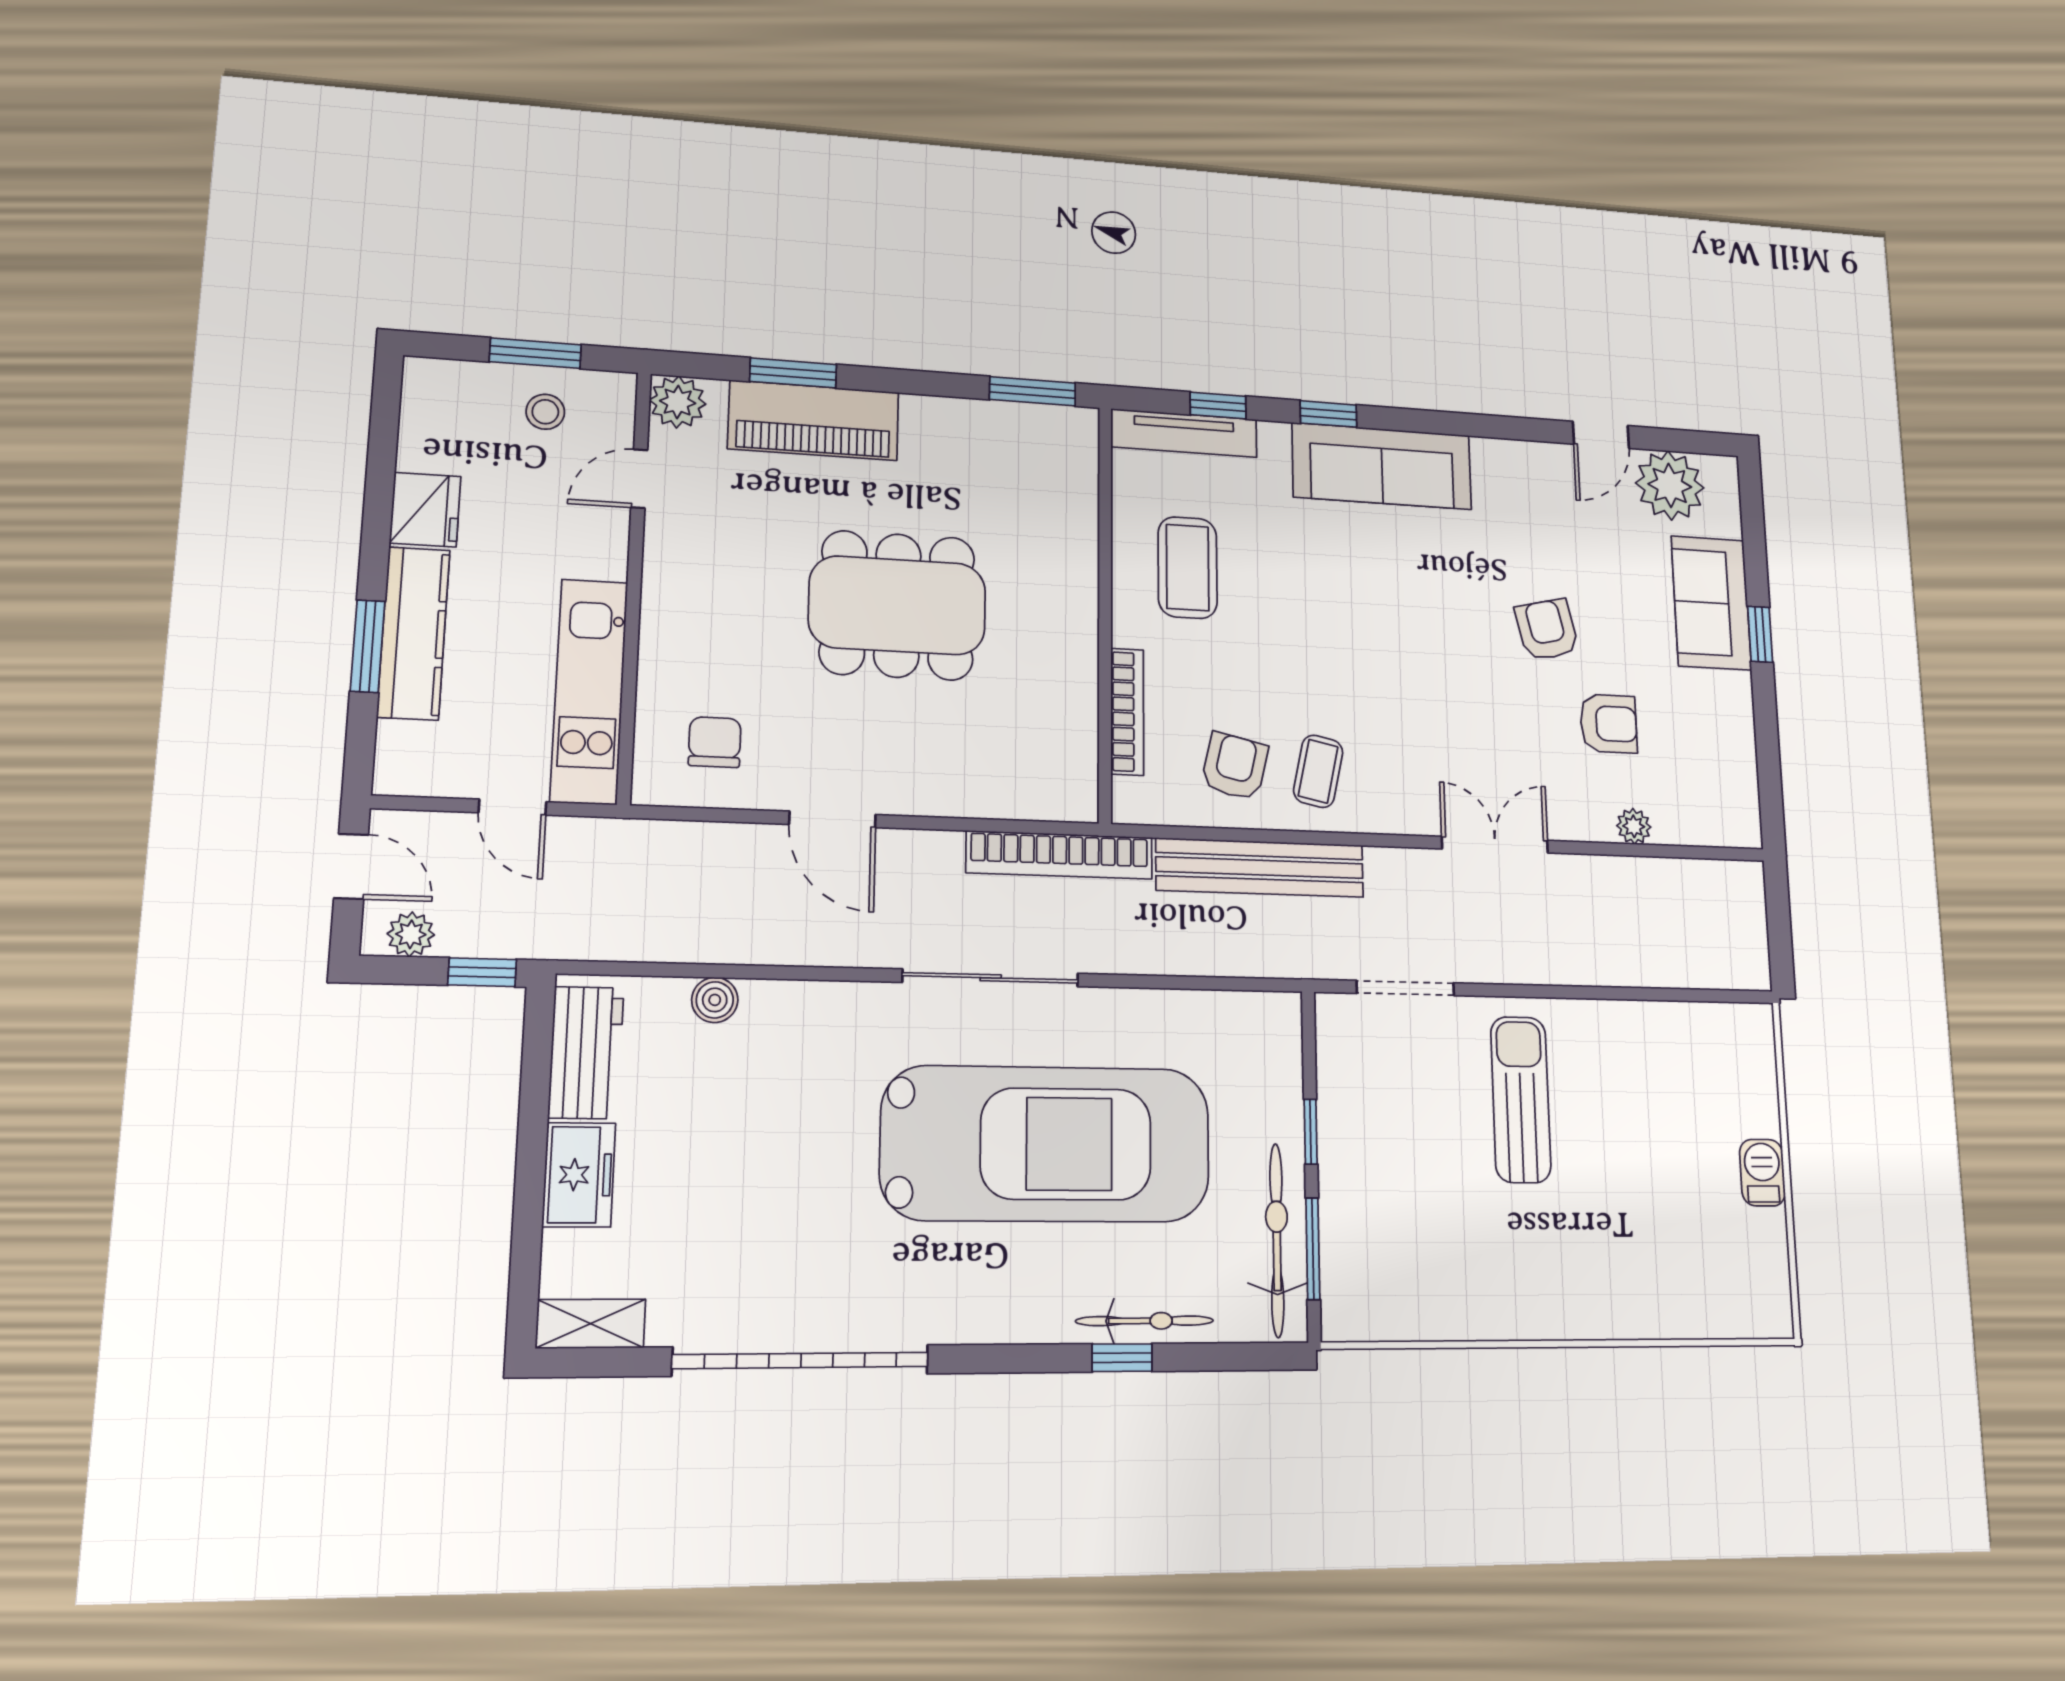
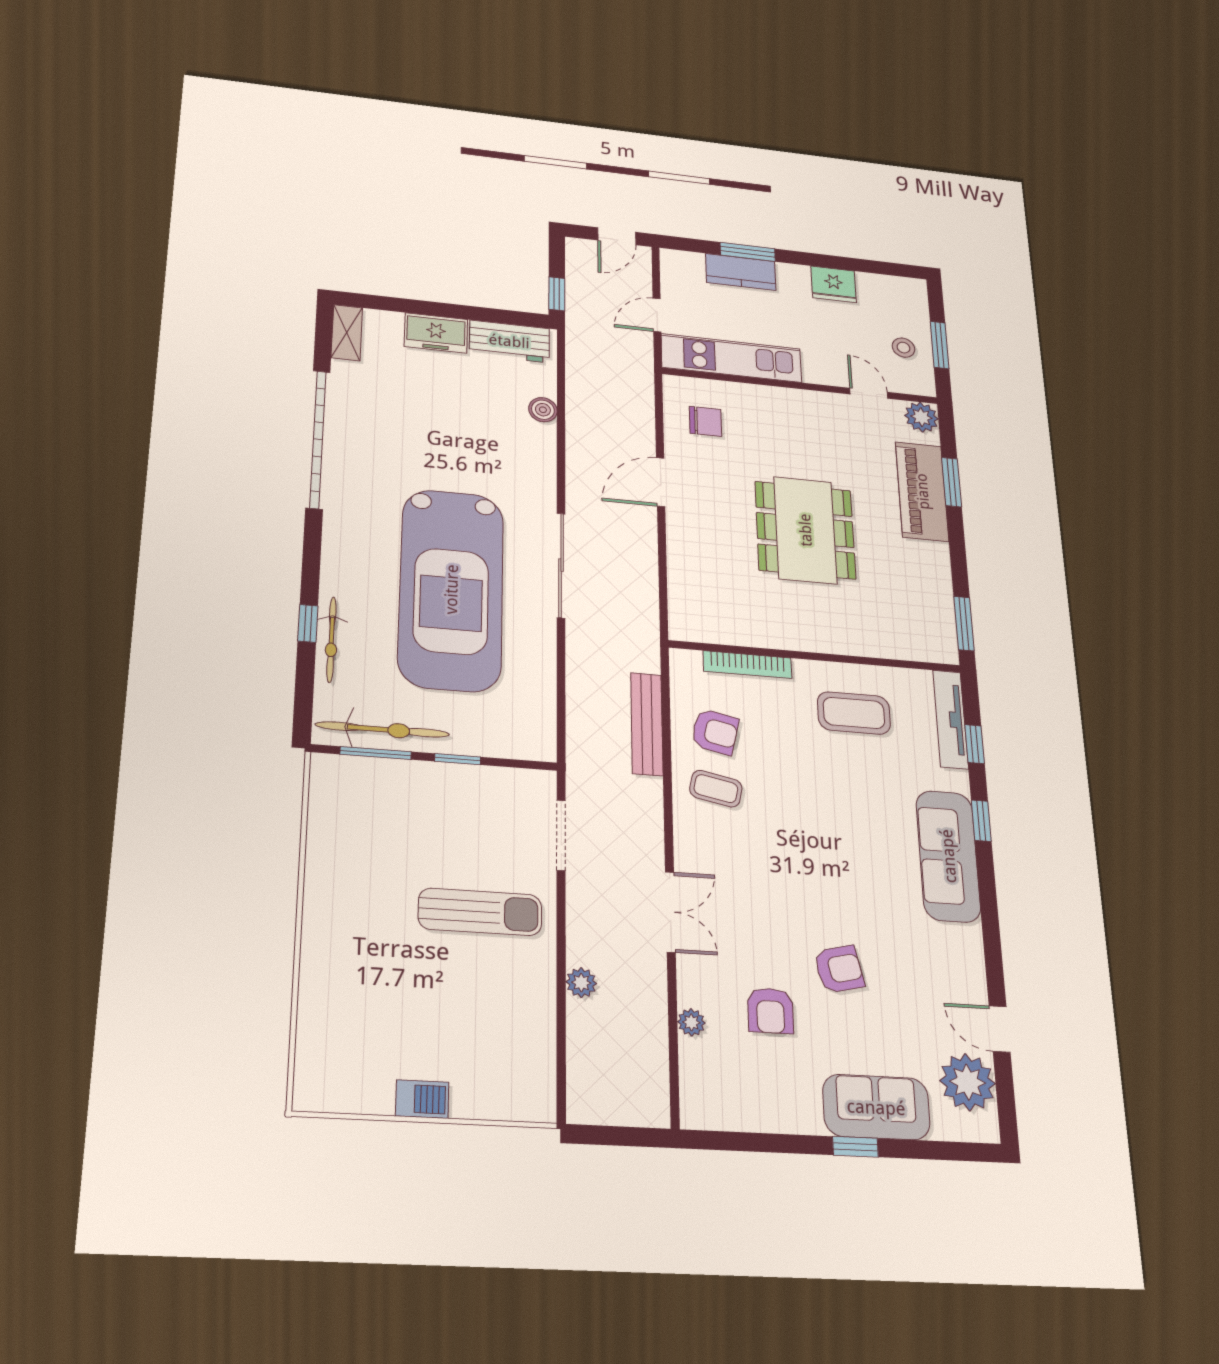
kitchen counter: (414, 633) -> (741, 272), width x0.67
bookcase: (1060, 855) -> (645, 614), removed
bench: (1260, 868) -> (647, 724), width x0.73, depth x0.82
plant: (411, 934) -> (581, 983), moved

